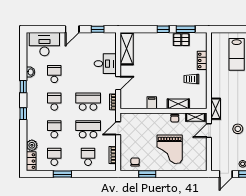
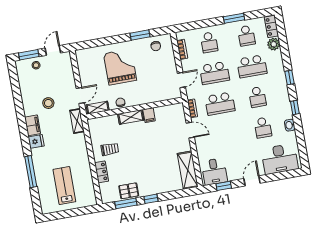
desk: (105, 64) -> (214, 172), moved, turned -90
door: (118, 83) -> (190, 130), swing flipped
shelving: (178, 104) -> (131, 117), moved
school desk: (54, 129) -> (252, 66), width x1.85

